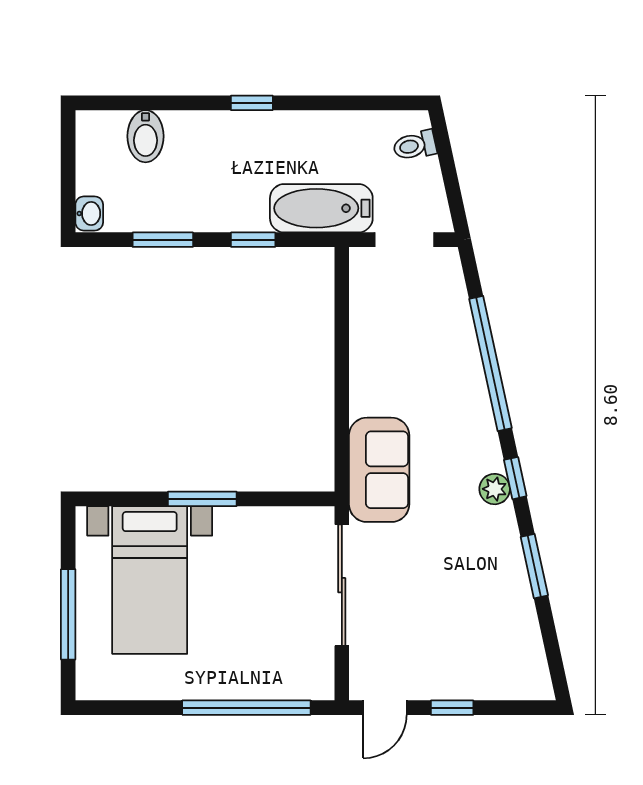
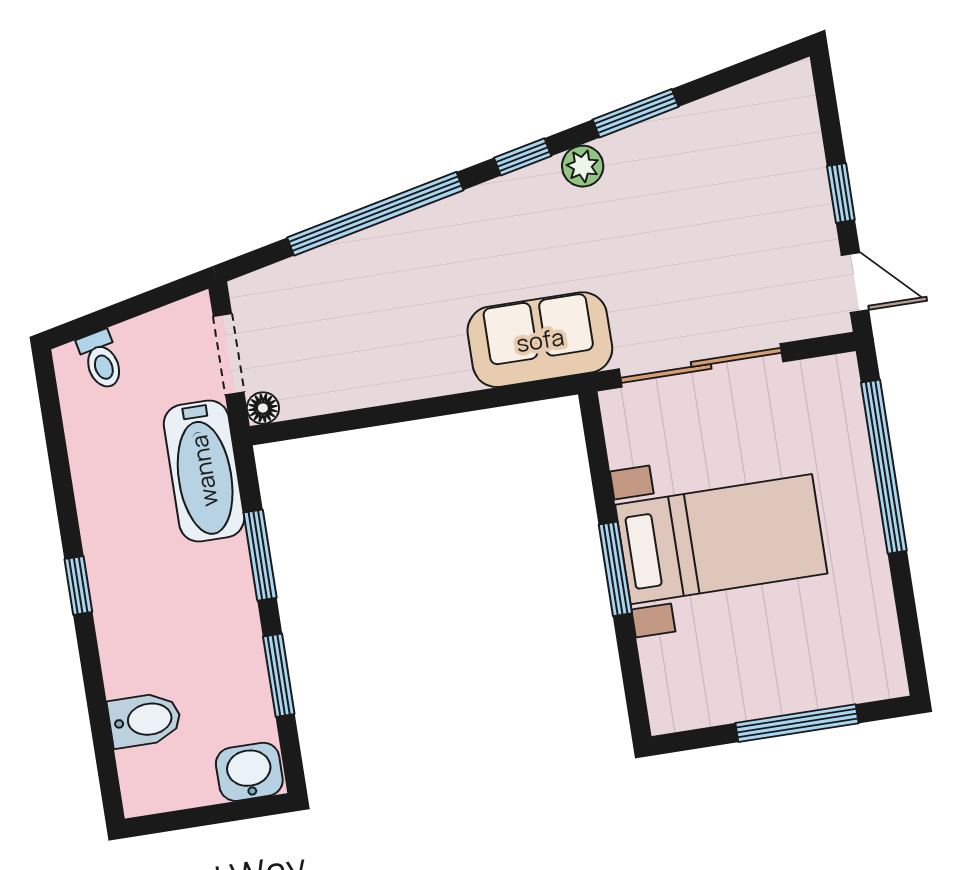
washbasin: (89, 213) -> (249, 772), width x1.38, depth x1.45
window: (253, 240) -> (260, 555), width x1.50
floor lamp: (361, 259) -> (263, 408), added
plant: (495, 489) -> (583, 166), moved
bed with nightstands: (150, 580) -> (721, 539), moved

